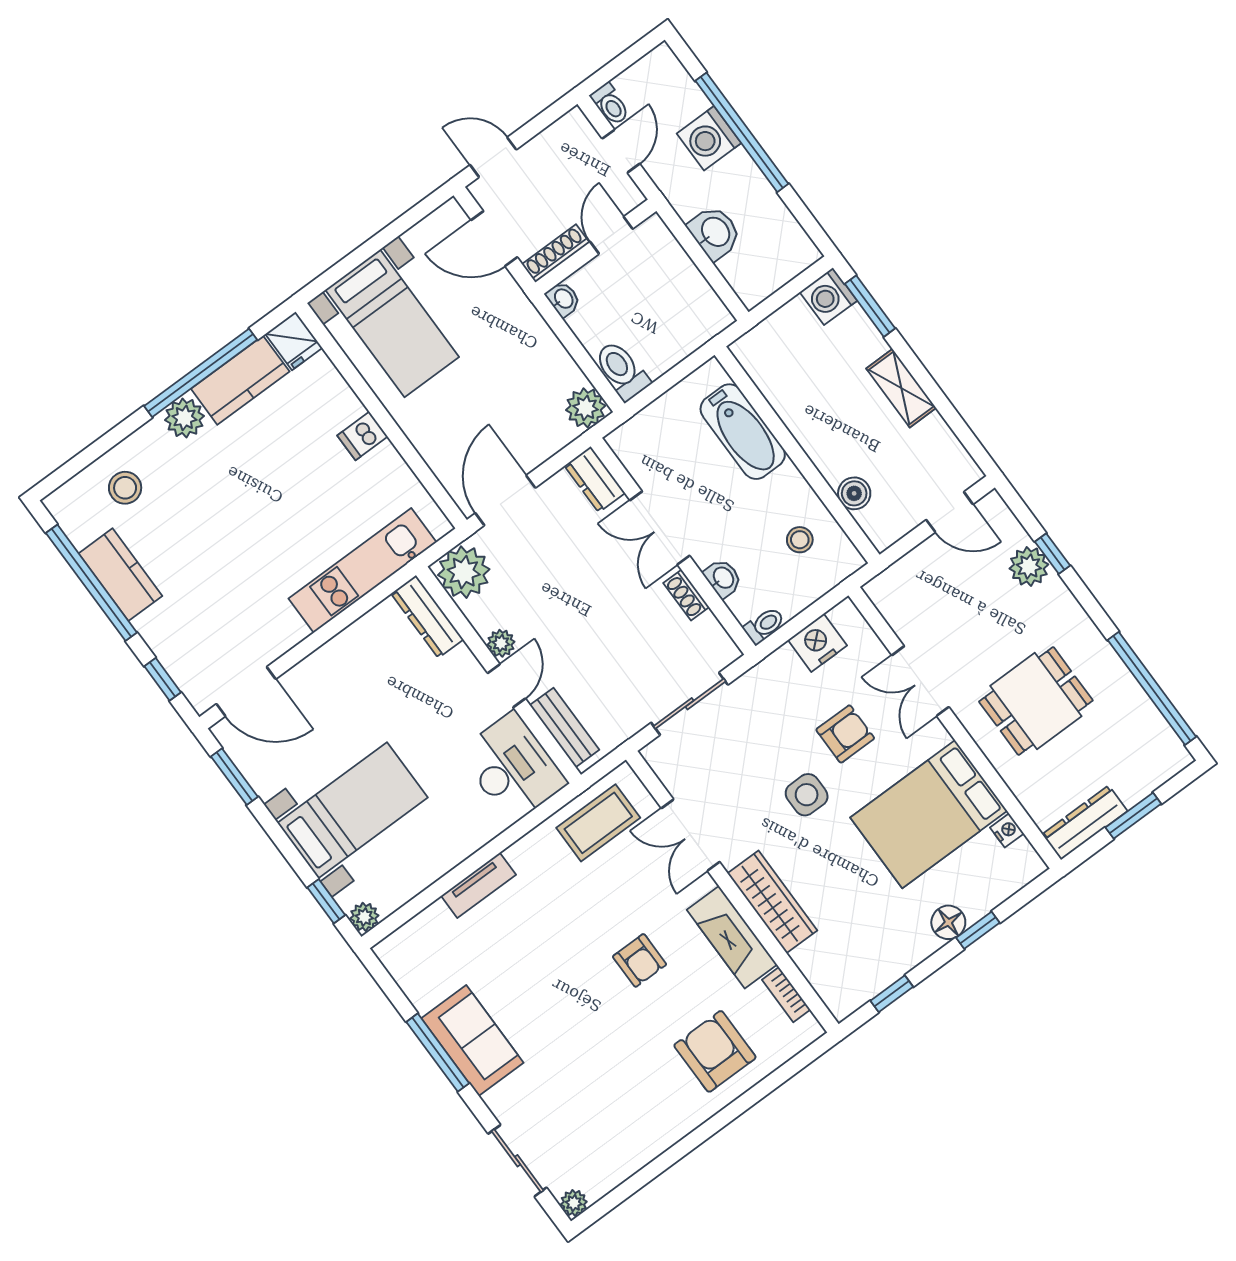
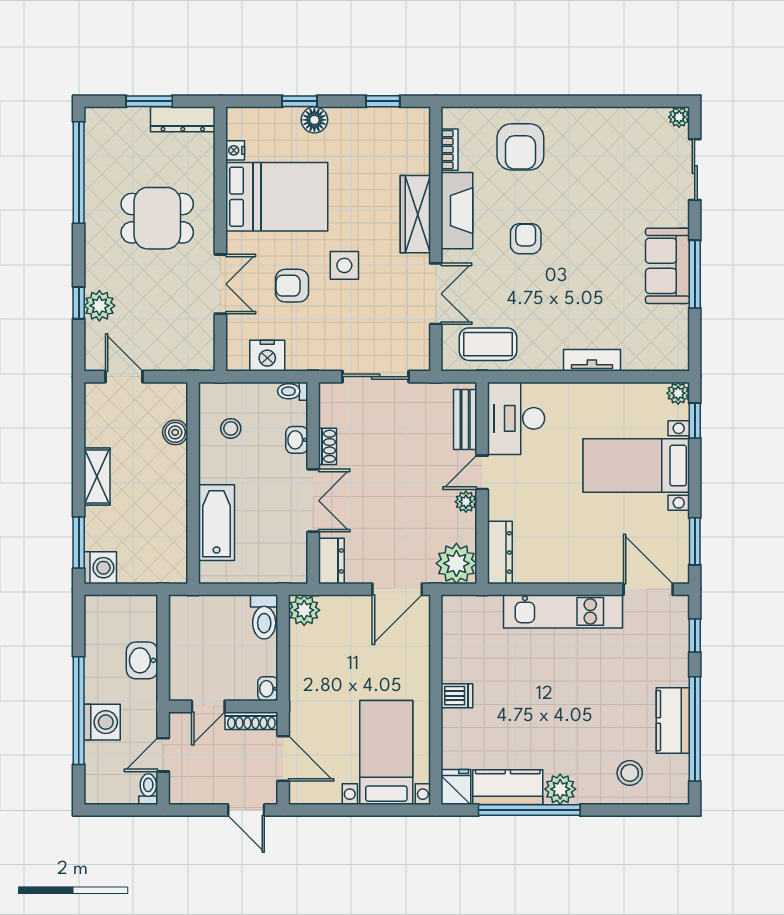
kitchen unit: (362, 570) -> (563, 611), moved

